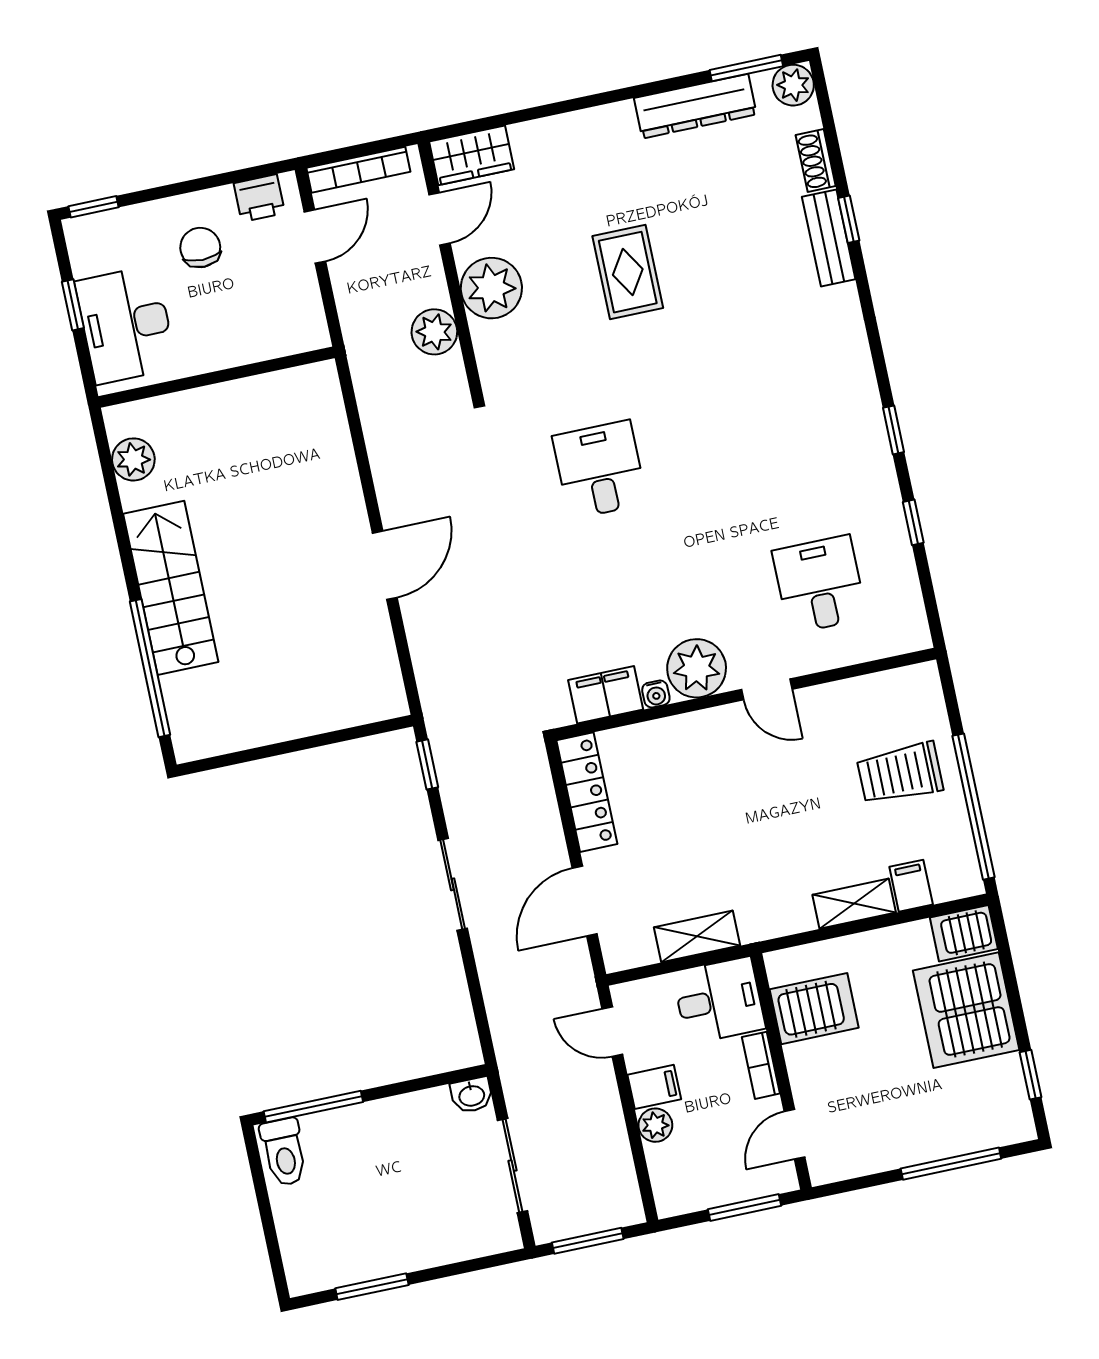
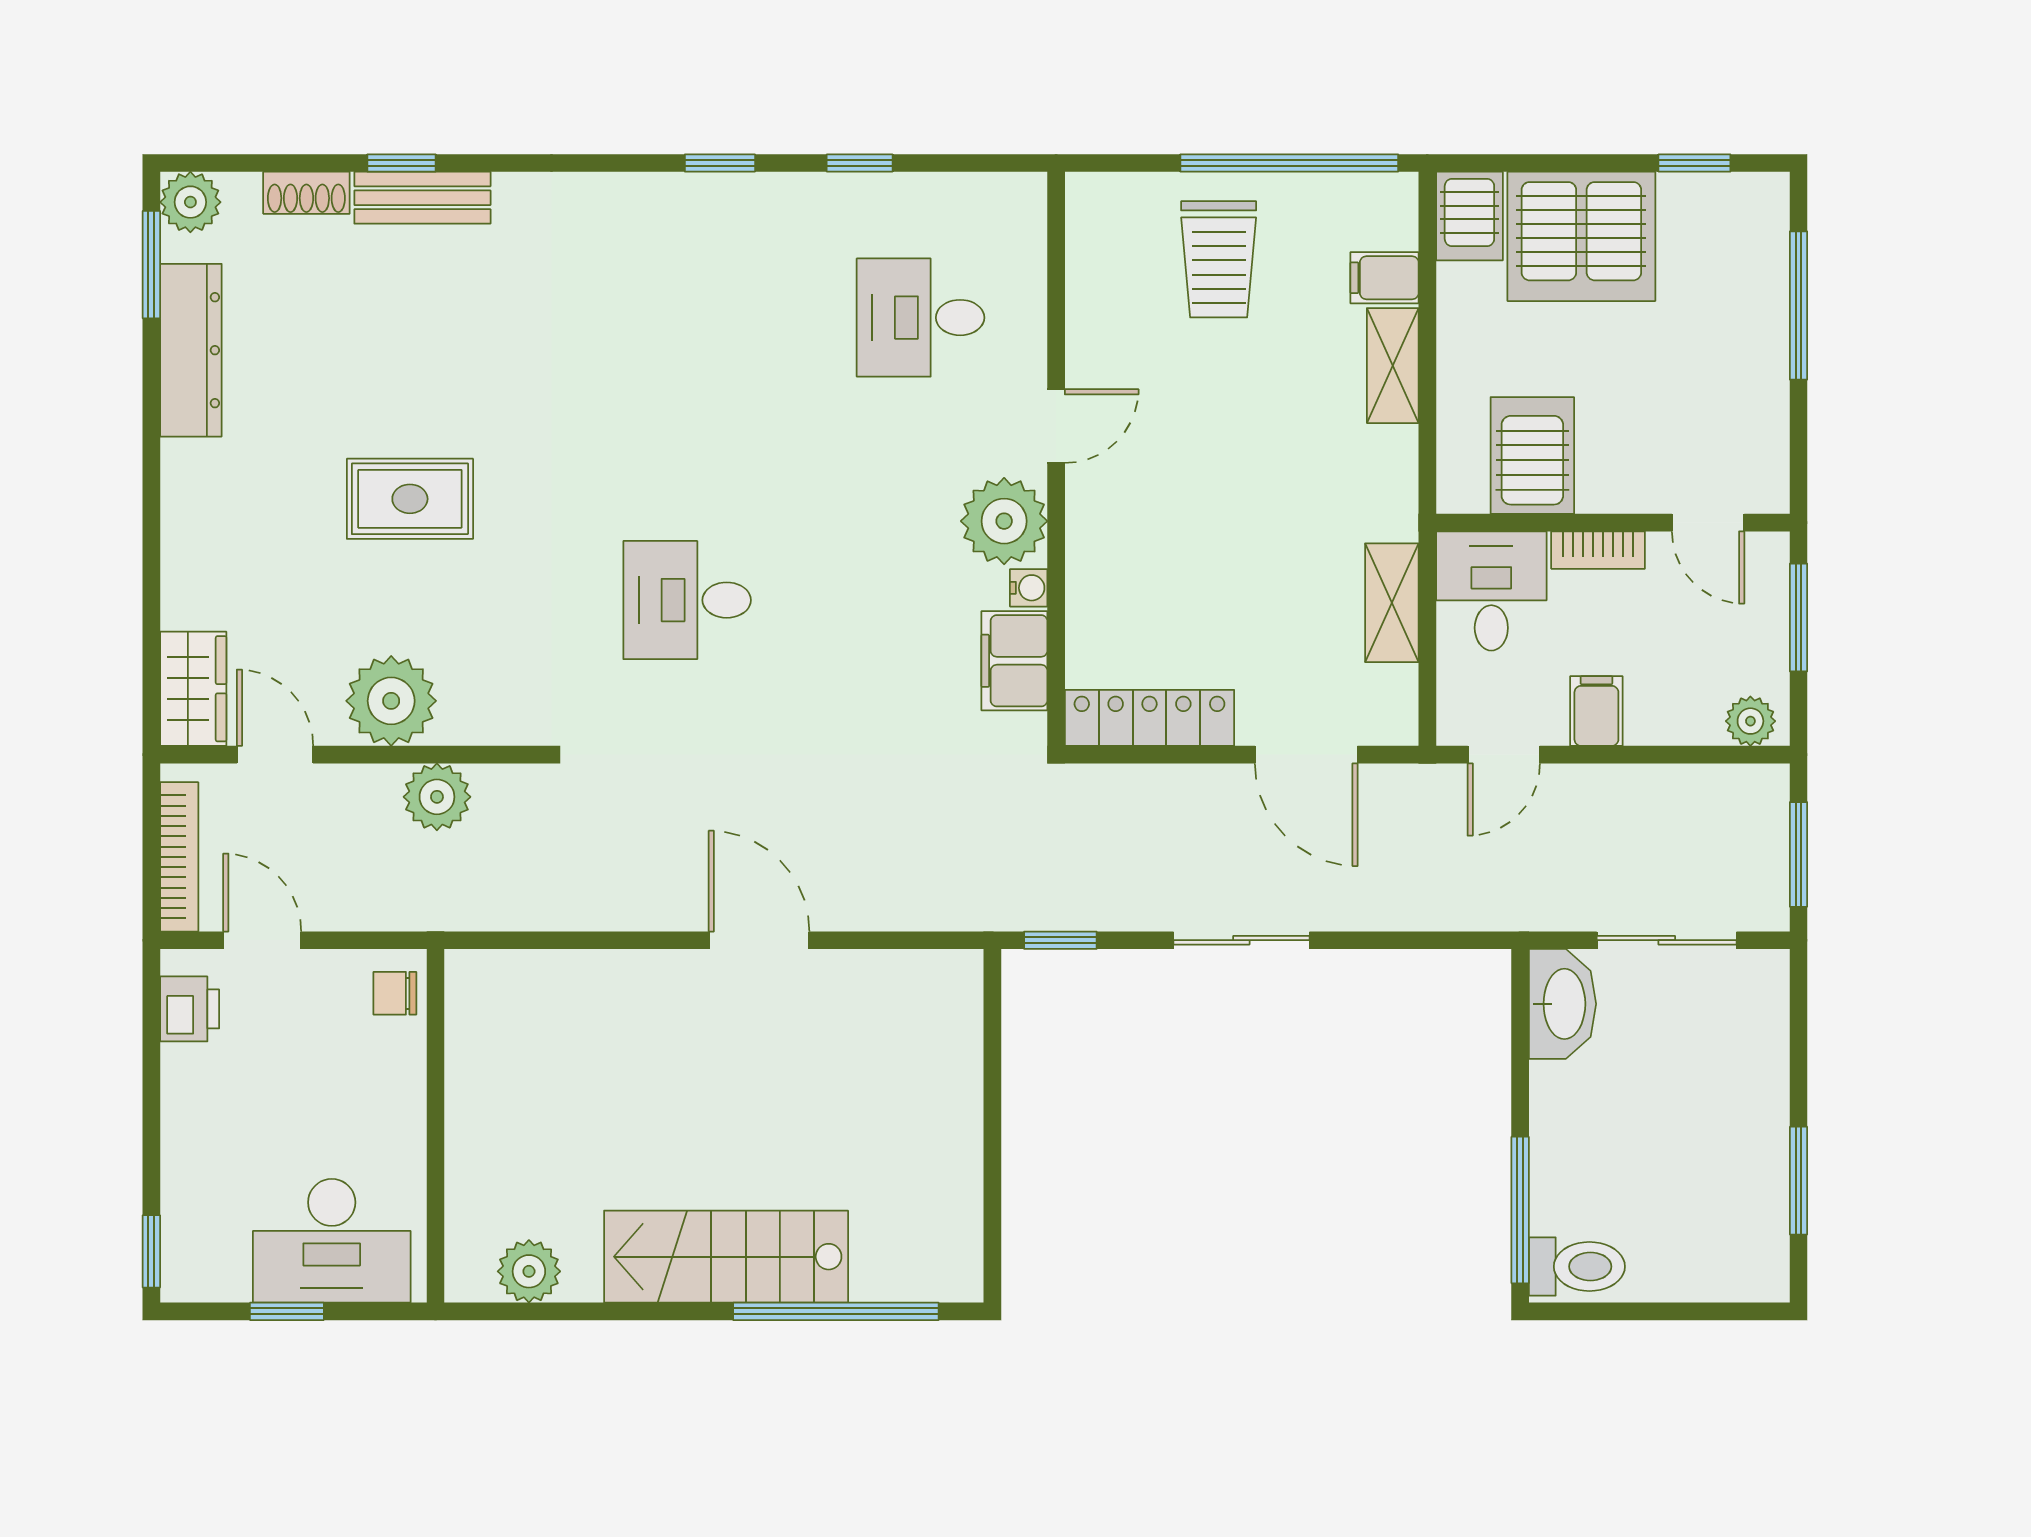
chair: (200, 247) -> (395, 993), moved, width x0.73, depth x0.73
washbasin: (472, 1095) -> (1562, 1004), width x1.91, depth x1.45
plant: (655, 1125) -> (1750, 721), moved

